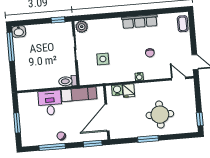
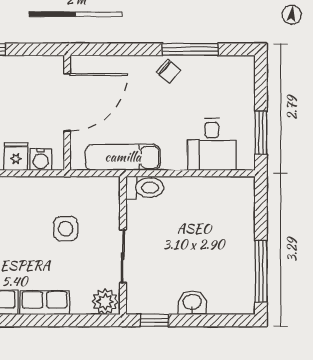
row of seats: (110, 24) -> (45, 303), added
washbasin: (19, 32) -> (192, 303), moved
desk: (50, 103) -> (212, 144), moved
window: (17, 123) -> (261, 133), moved
window: (93, 144) -> (102, 49), removed

